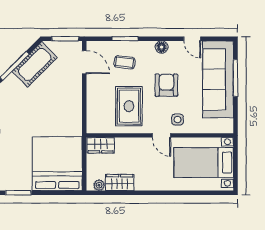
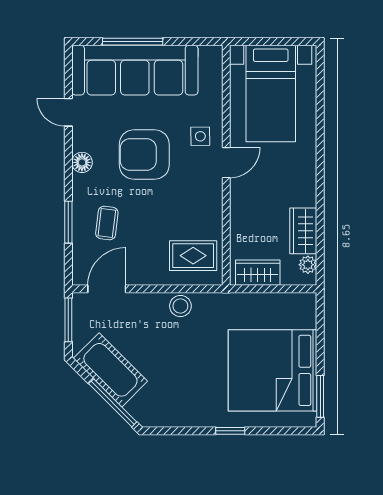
door: (192, 39) -> (68, 112), swing flipped
armchair: (166, 85) -> (144, 155), width x1.36, depth x1.36
rug: (129, 106) -> (193, 256), moved, width x0.73, depth x0.70
stool: (74, 107) -> (180, 306), added
wardrobe: (101, 145) -> (258, 273), moved, turned -90
bed: (57, 164) -> (273, 370), moved

